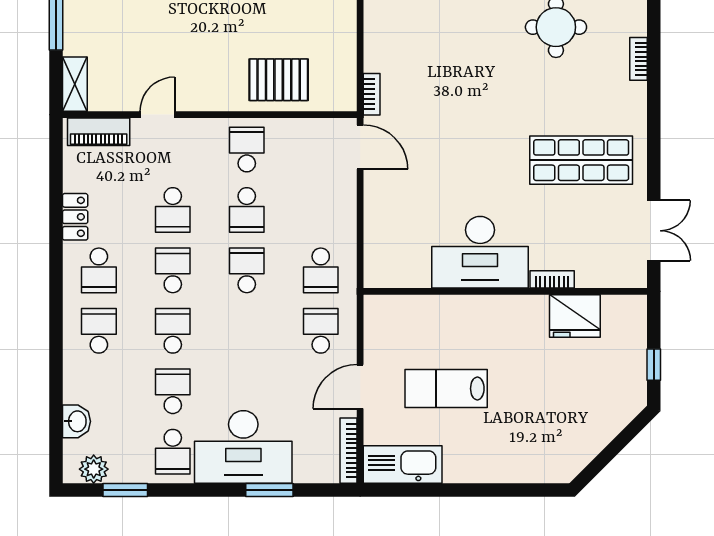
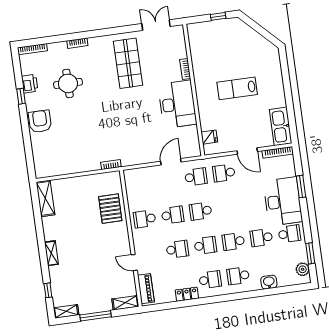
door: (360, 147) -> (171, 162), moved
school desk: (173, 270) -> (205, 245), turned 180
fridge: (575, 316) -> (209, 137), moved, width x0.53, depth x0.75
lab bench: (446, 389) -> (237, 88), moved, turned 90
washbasin: (77, 421) -> (269, 282), moved

